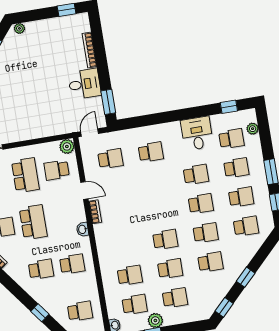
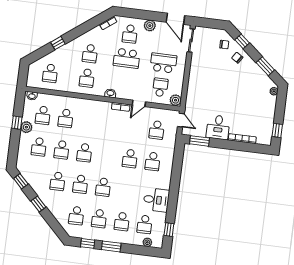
school desk: (25, 175) -> (163, 63), turned 180
school desk: (196, 175) -> (130, 158), moved

